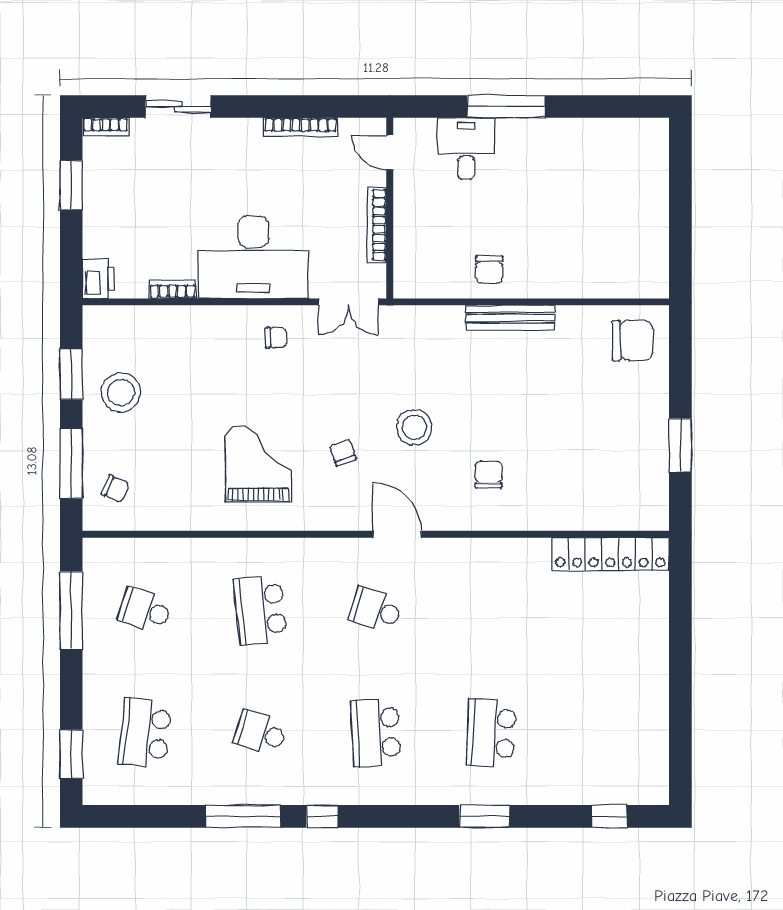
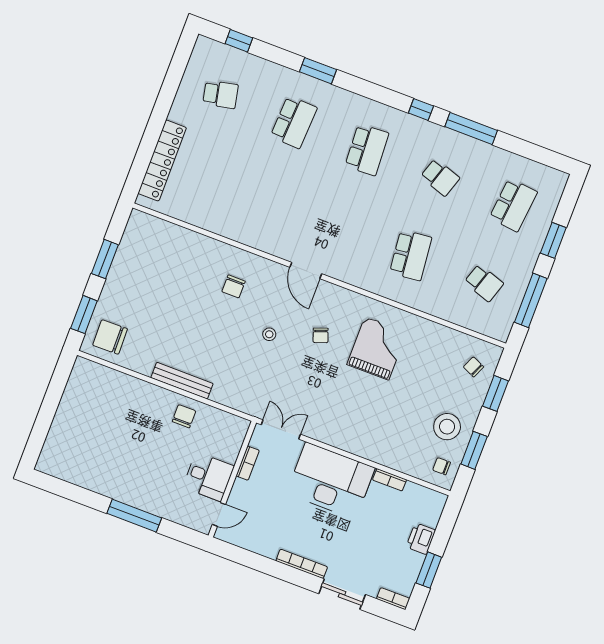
bookcase: (300, 127) -> (302, 564), moved
desk: (466, 148) -> (208, 477), moved, turned -90
door: (390, 152) -> (219, 514), hinge flipped
bookcase: (377, 225) -> (248, 463), width x0.64
printer: (99, 279) -> (421, 539), moved
chair: (276, 338) -> (442, 466), moved
window: (680, 358) -> (84, 315), added
stool: (414, 427) -> (269, 334), width x0.53, depth x0.53
window: (71, 463) -> (495, 393), width x0.69
grand piano: (259, 464) -> (377, 348), turned 180
locker: (610, 554) -> (162, 161), moved, turned 90
school desk: (376, 610) -> (221, 94), moved, turned -30
window: (71, 754) -> (553, 240), moved

